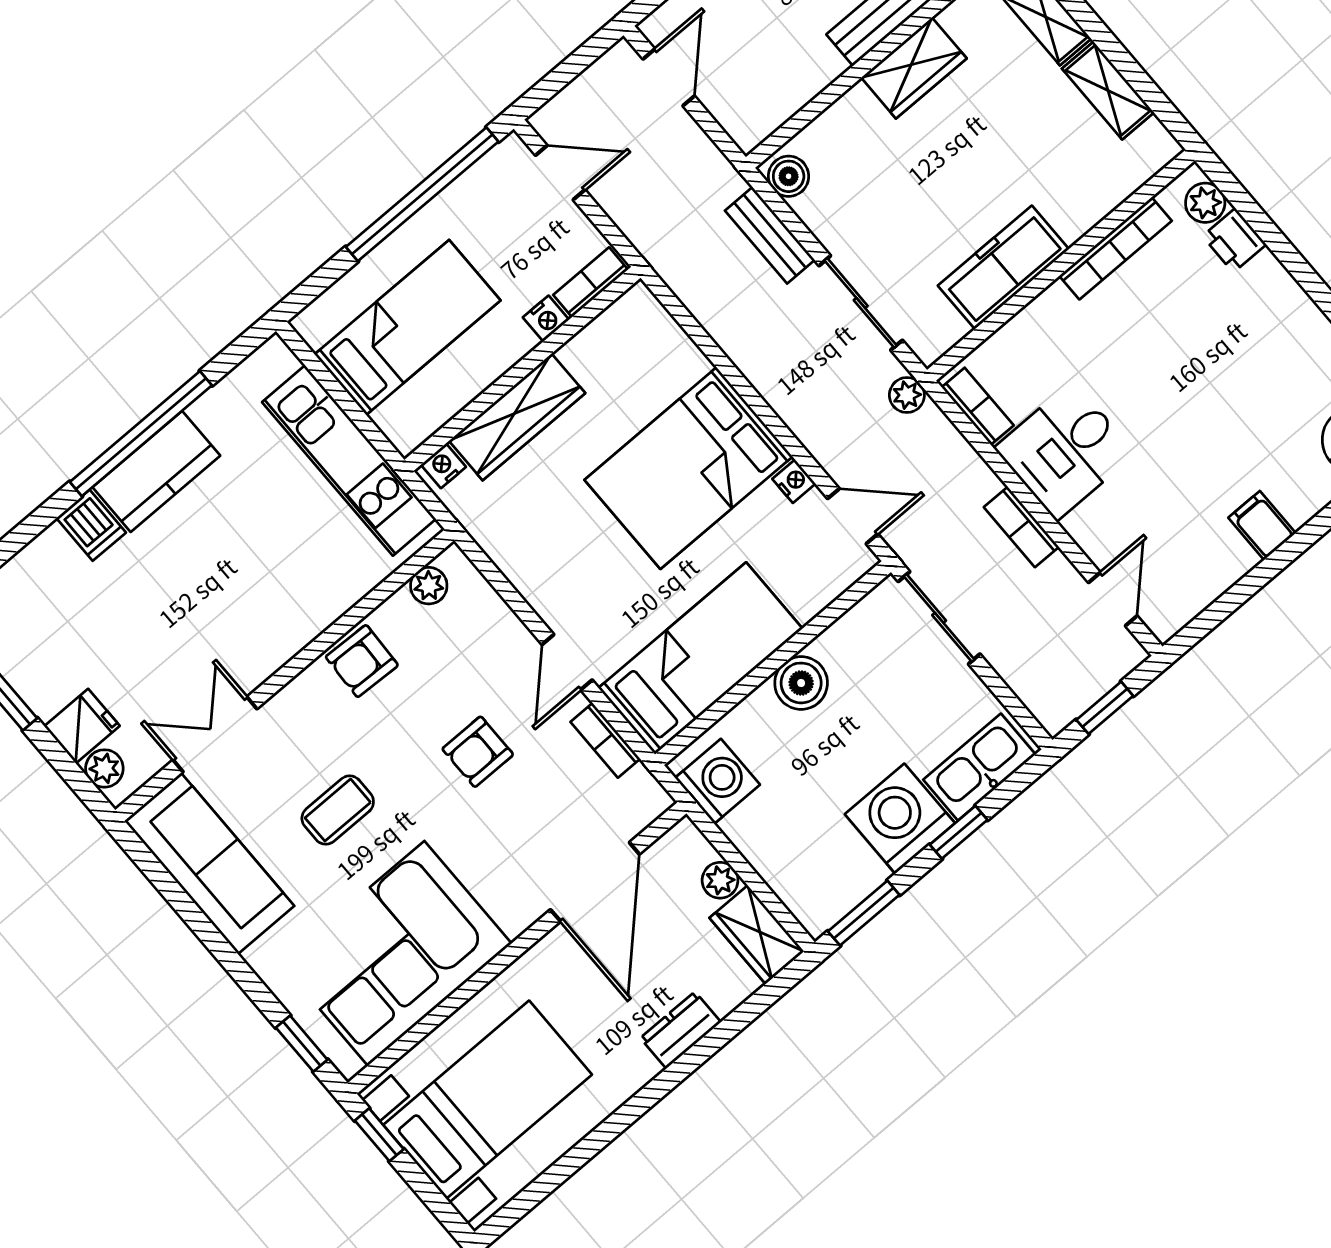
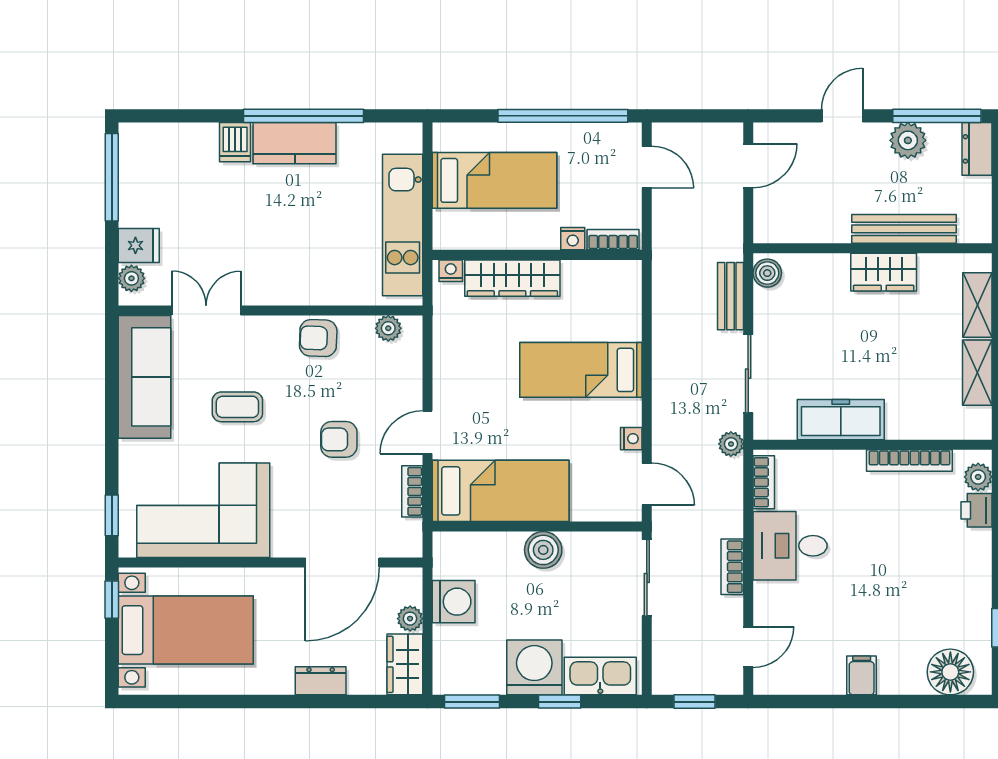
bed: (689, 468) -> (581, 370), width x0.67
washing machine: (717, 781) -> (454, 602), moved

